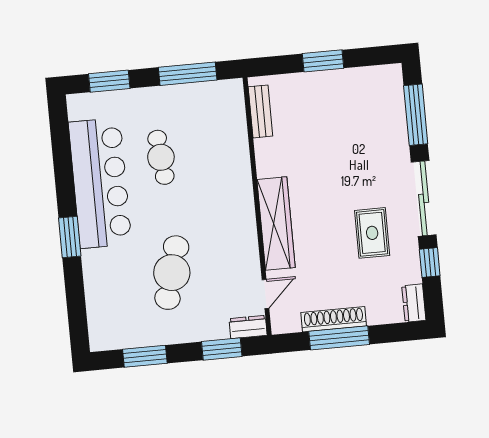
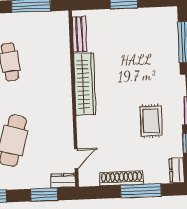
wardrobe: (276, 223) -> (85, 84), moved
window: (339, 338) -> (141, 191), moved

